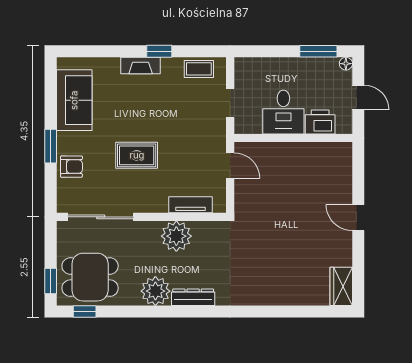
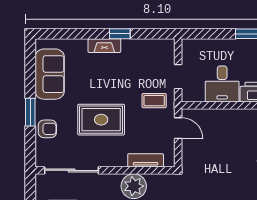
coffee table: (199, 69) -> (154, 101), moved
rug: (137, 155) -> (101, 120), width x1.36, depth x1.43

